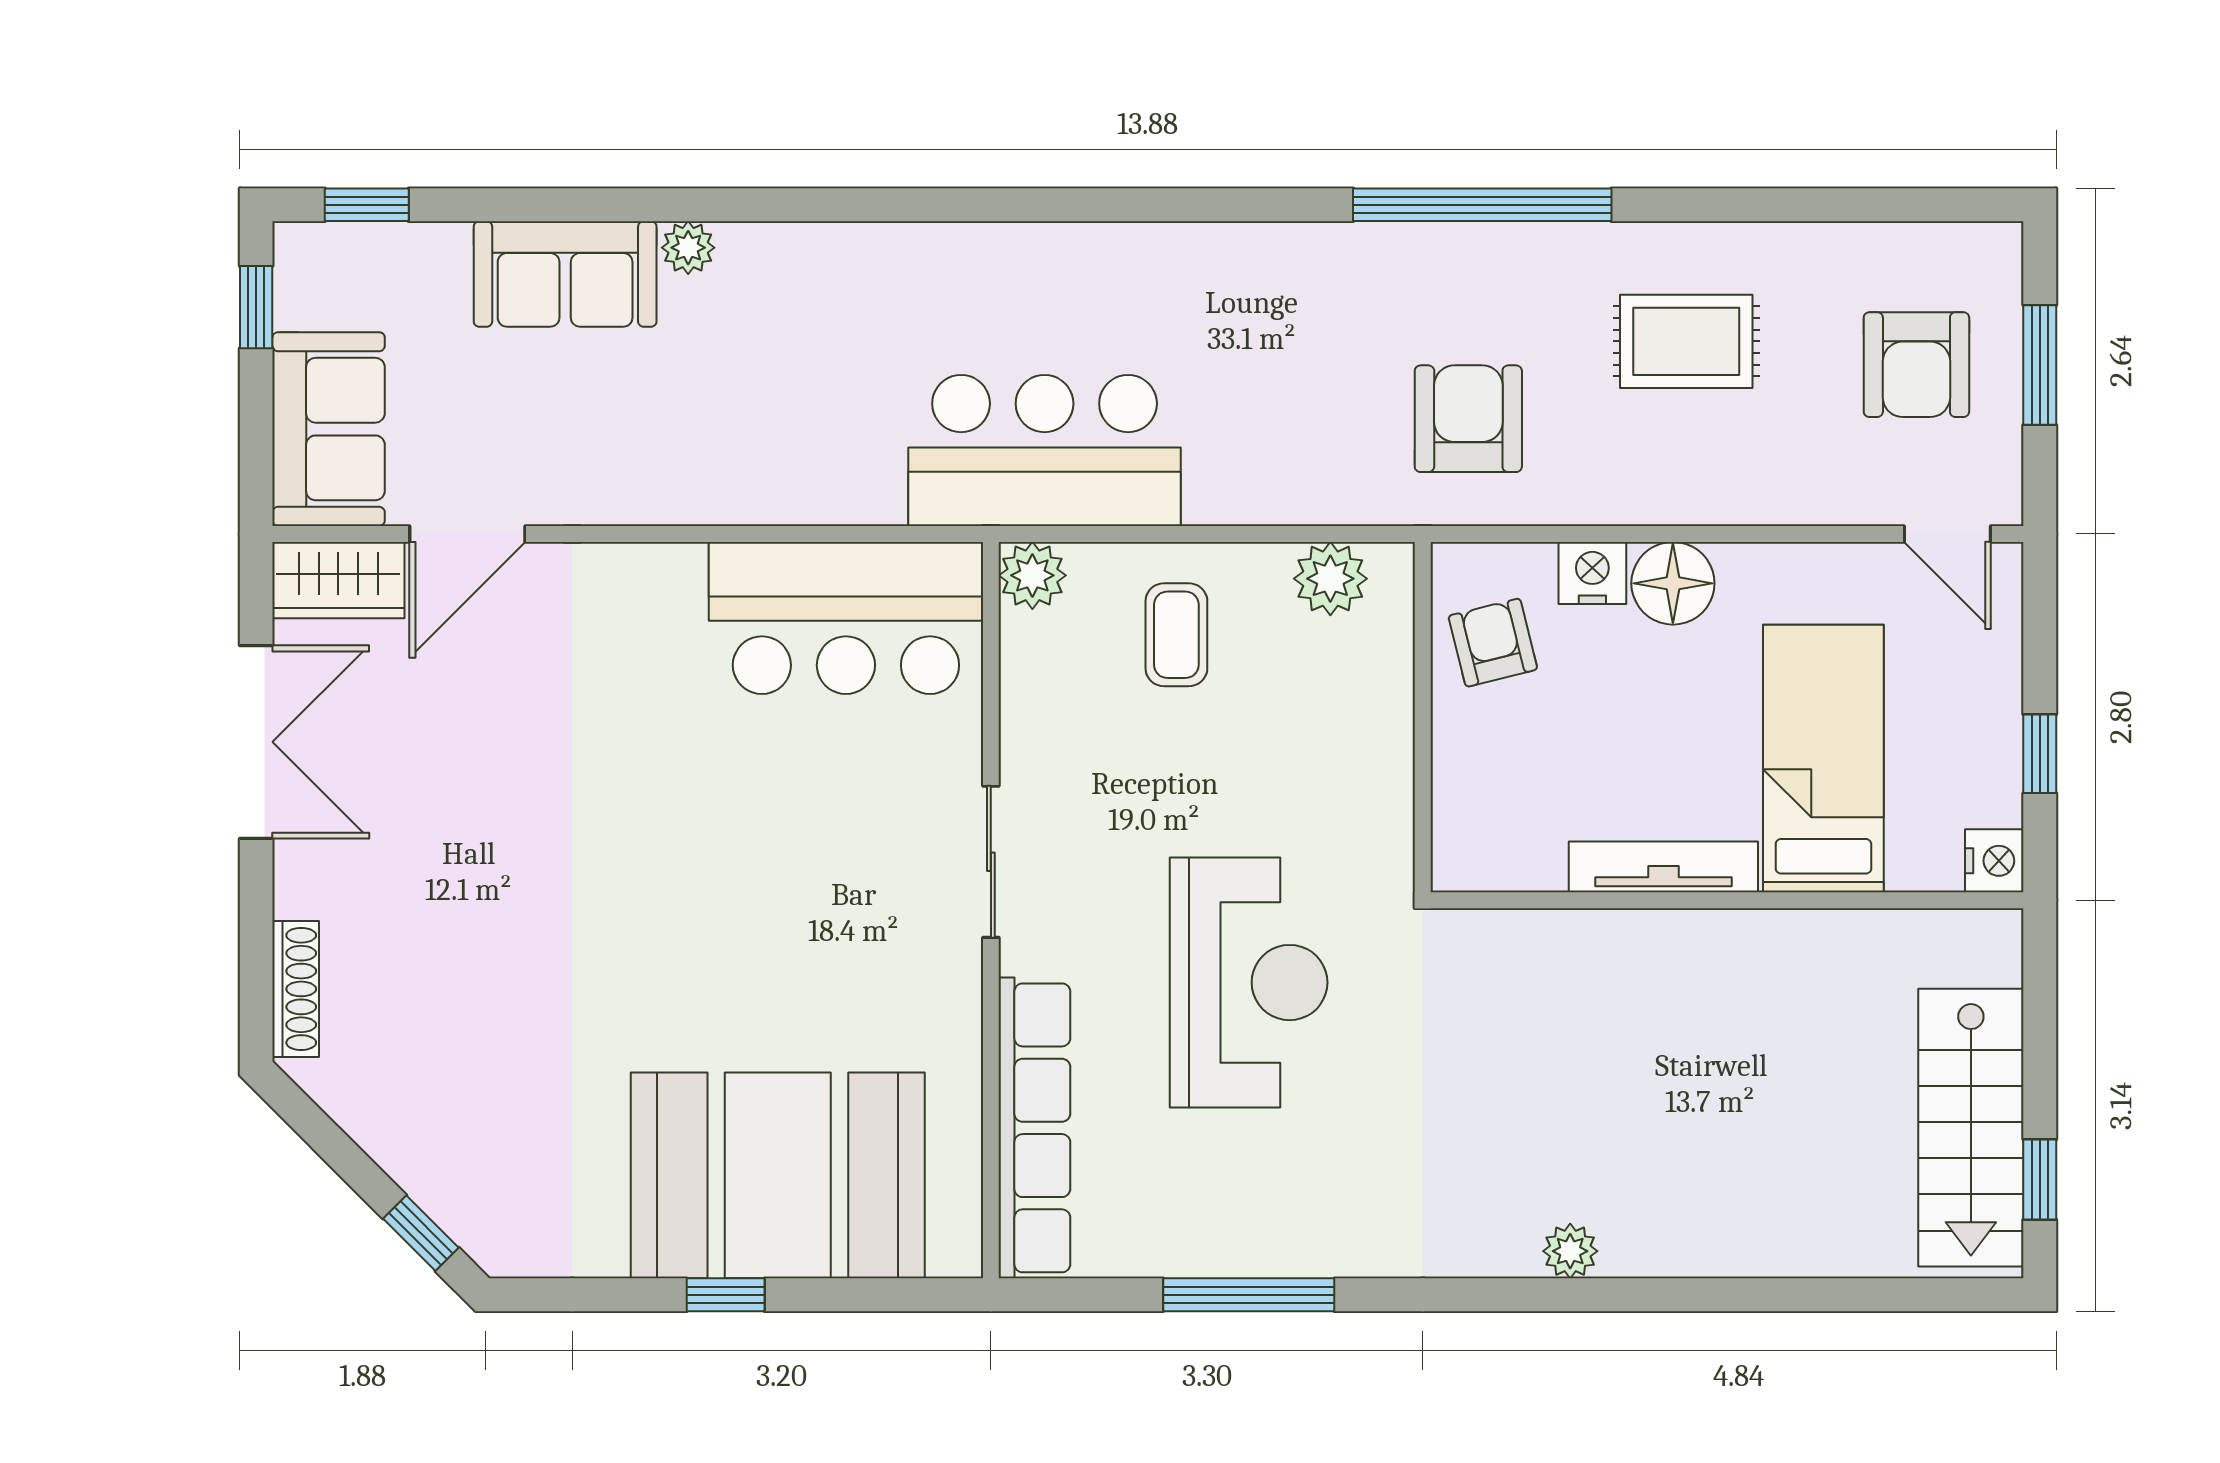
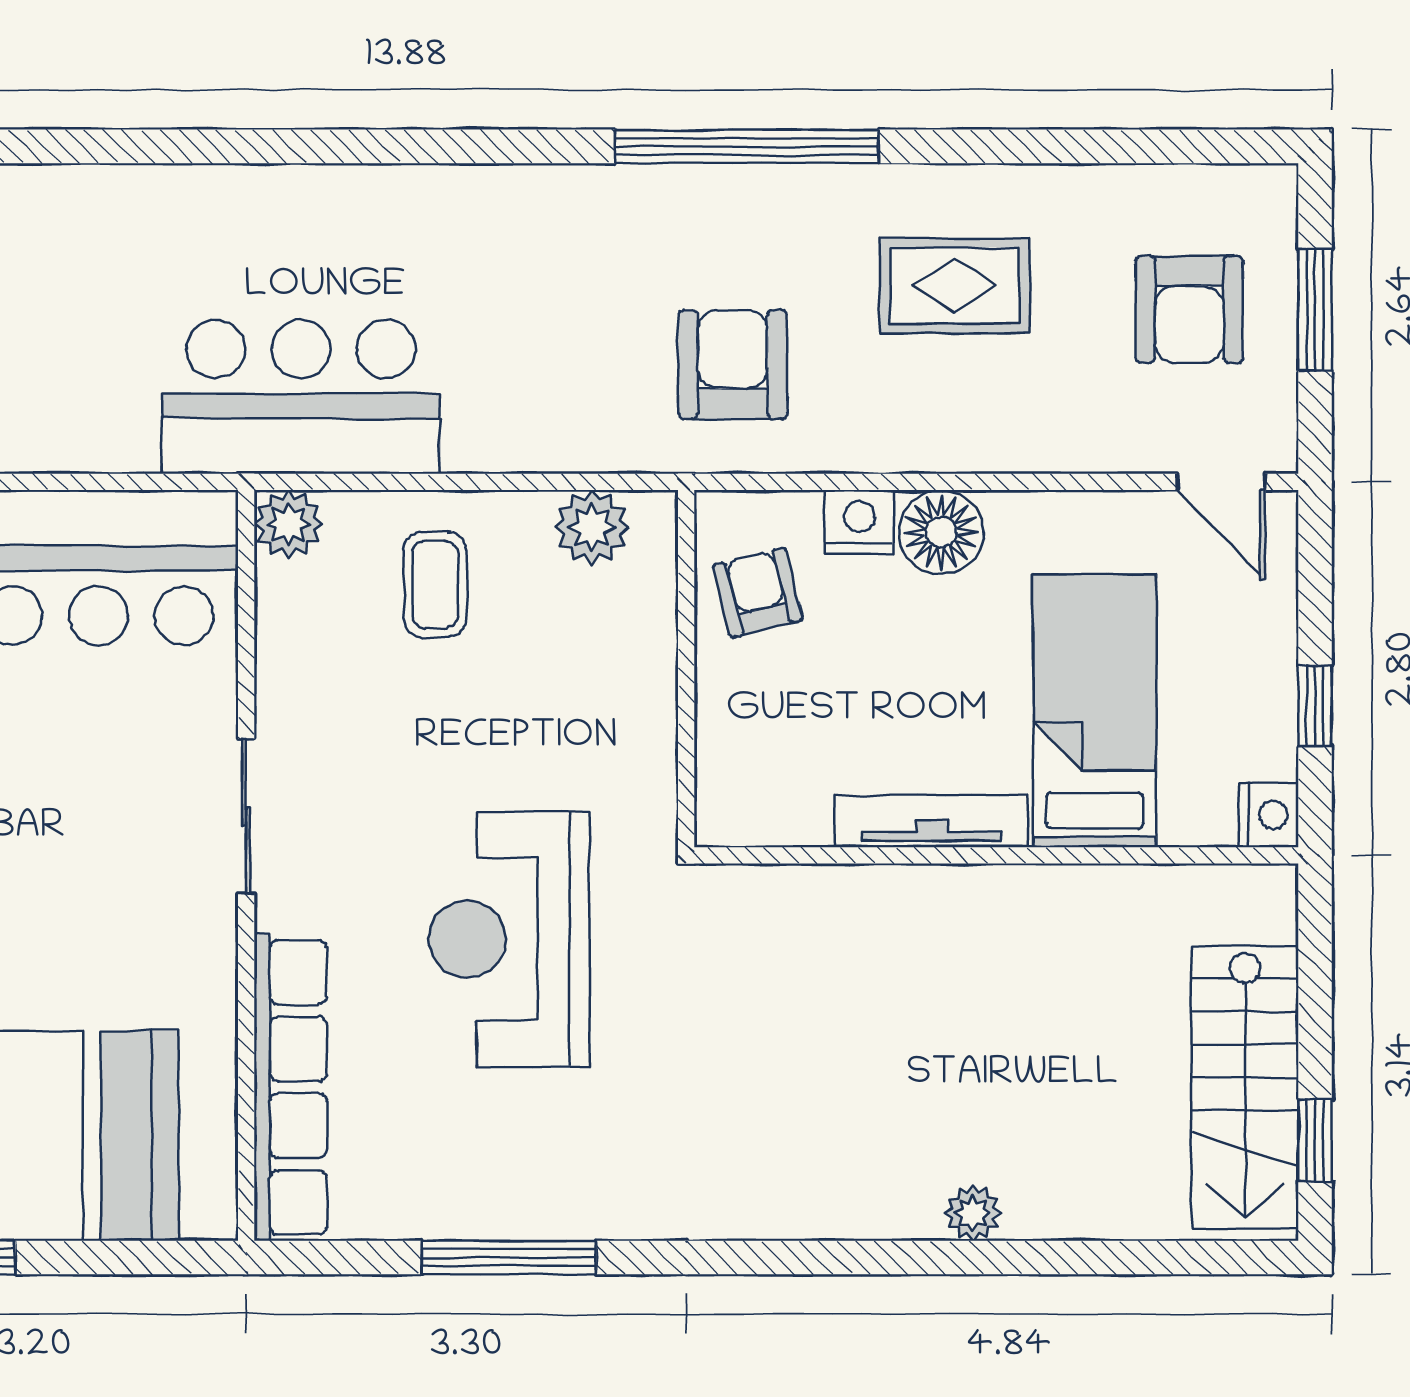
reception desk: (1249, 983) -> (509, 939), turned 180
plant: (1570, 1251) -> (973, 1213), moved

